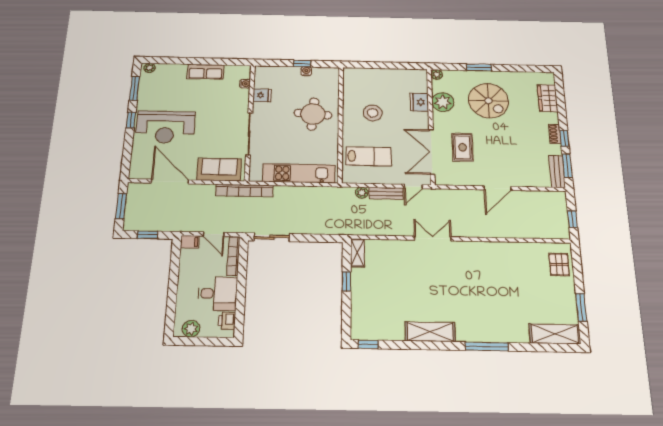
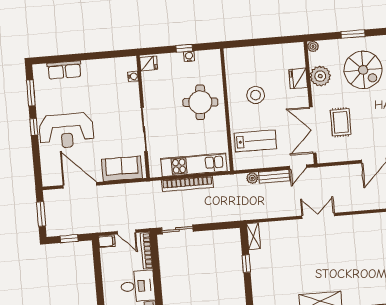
plant: (150, 68) -> (41, 69), removed
row of seats: (206, 72) -> (64, 70), moved
fridge: (262, 95) -> (149, 63), moved
bookcase: (244, 190) -> (187, 184), moved

